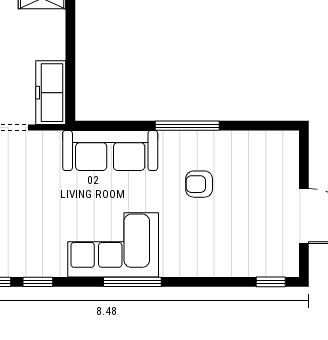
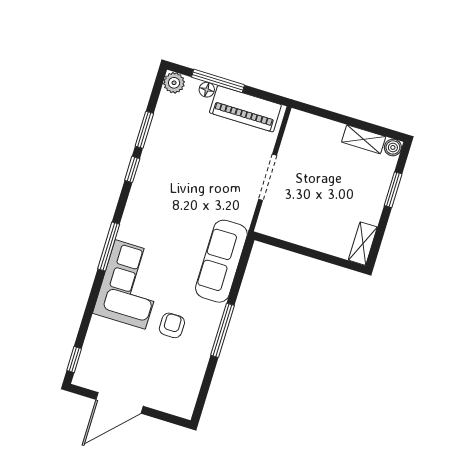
freezer: (51, 93) -> (284, 227), removed
corner sofa: (113, 245) -> (130, 284), moved

